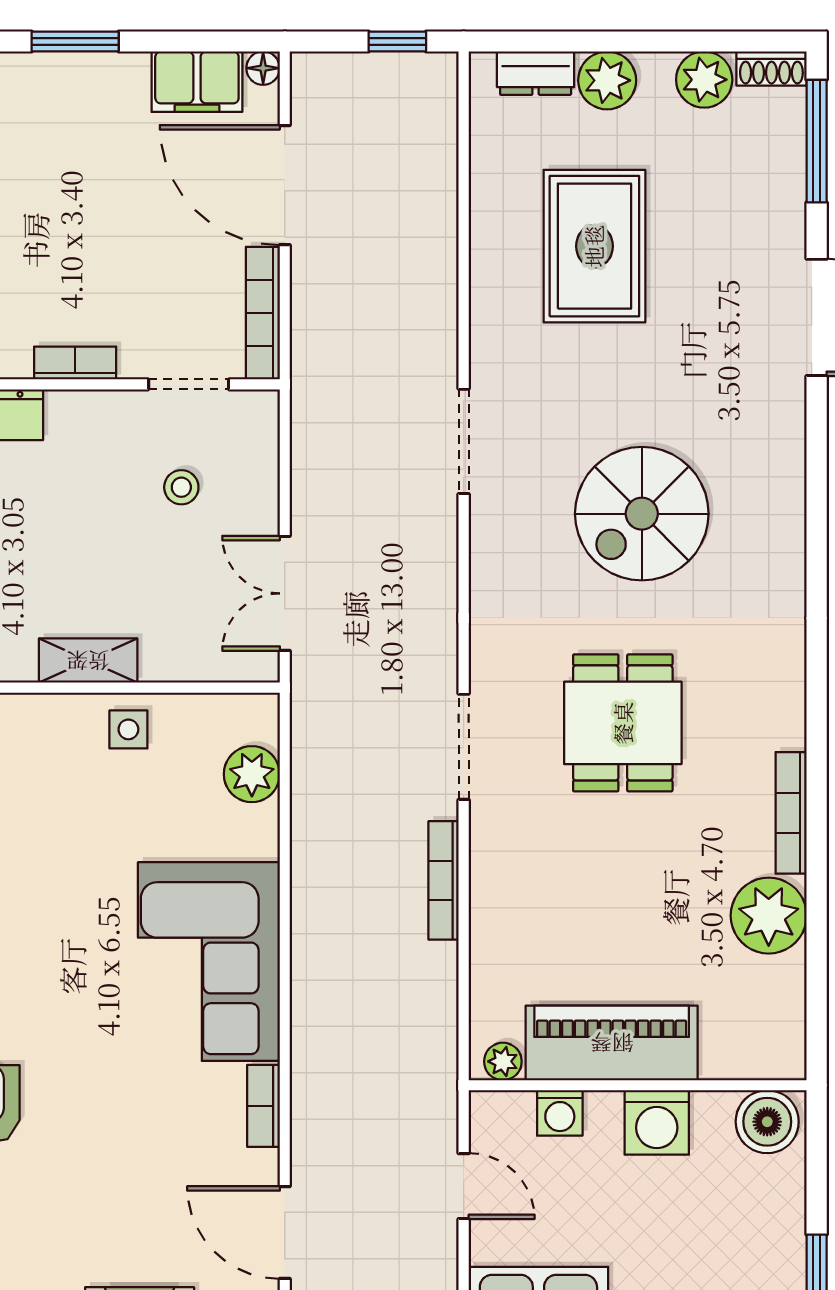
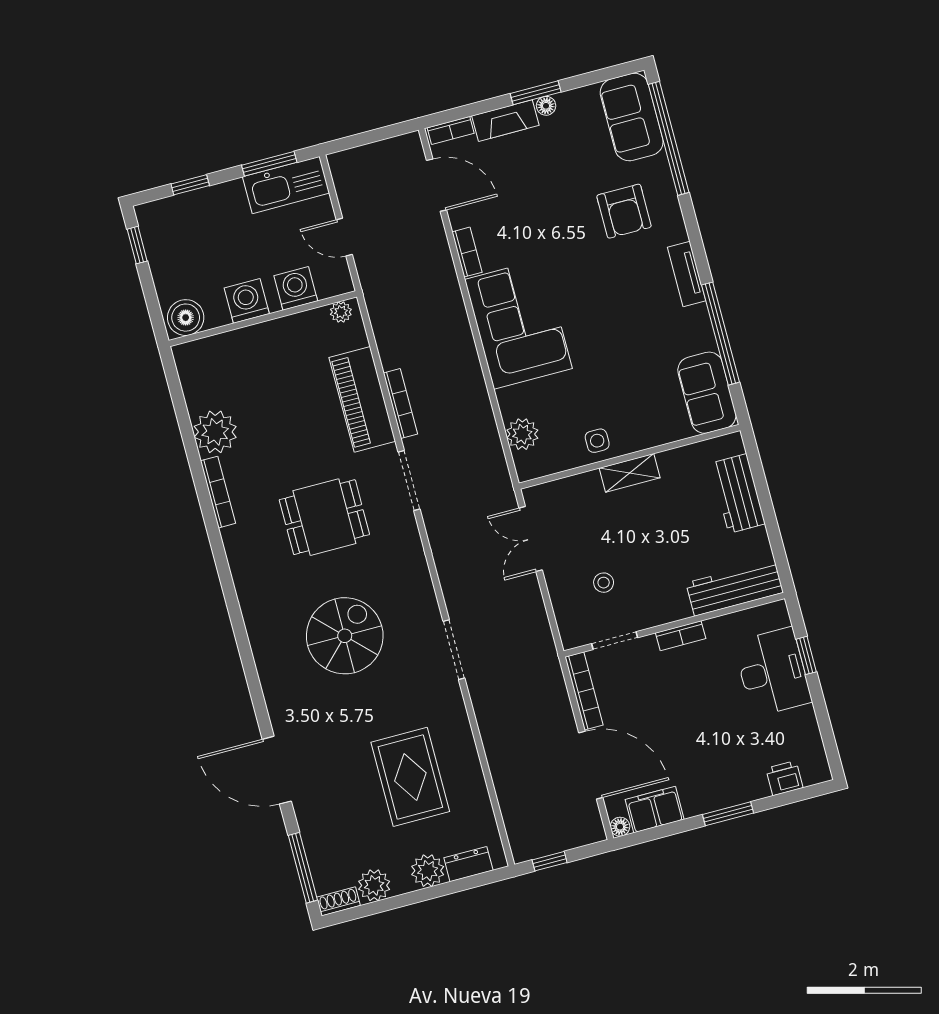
double door: (285, 593) -> (531, 539), swing flipped
dining table: (623, 723) -> (324, 517), turned 90
piano: (612, 1043) -> (362, 399), moved, turned 90
washing machine: (560, 1113) -> (296, 288), width x1.38, depth x1.38

